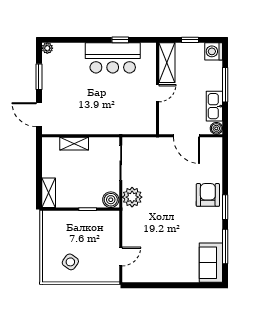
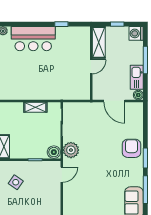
bar counter: (113, 58) -> (33, 39), moved
shelving: (74, 144) -> (35, 107), moved
door: (121, 256) -> (62, 175), moved
side table: (70, 262) -> (16, 182), moved

